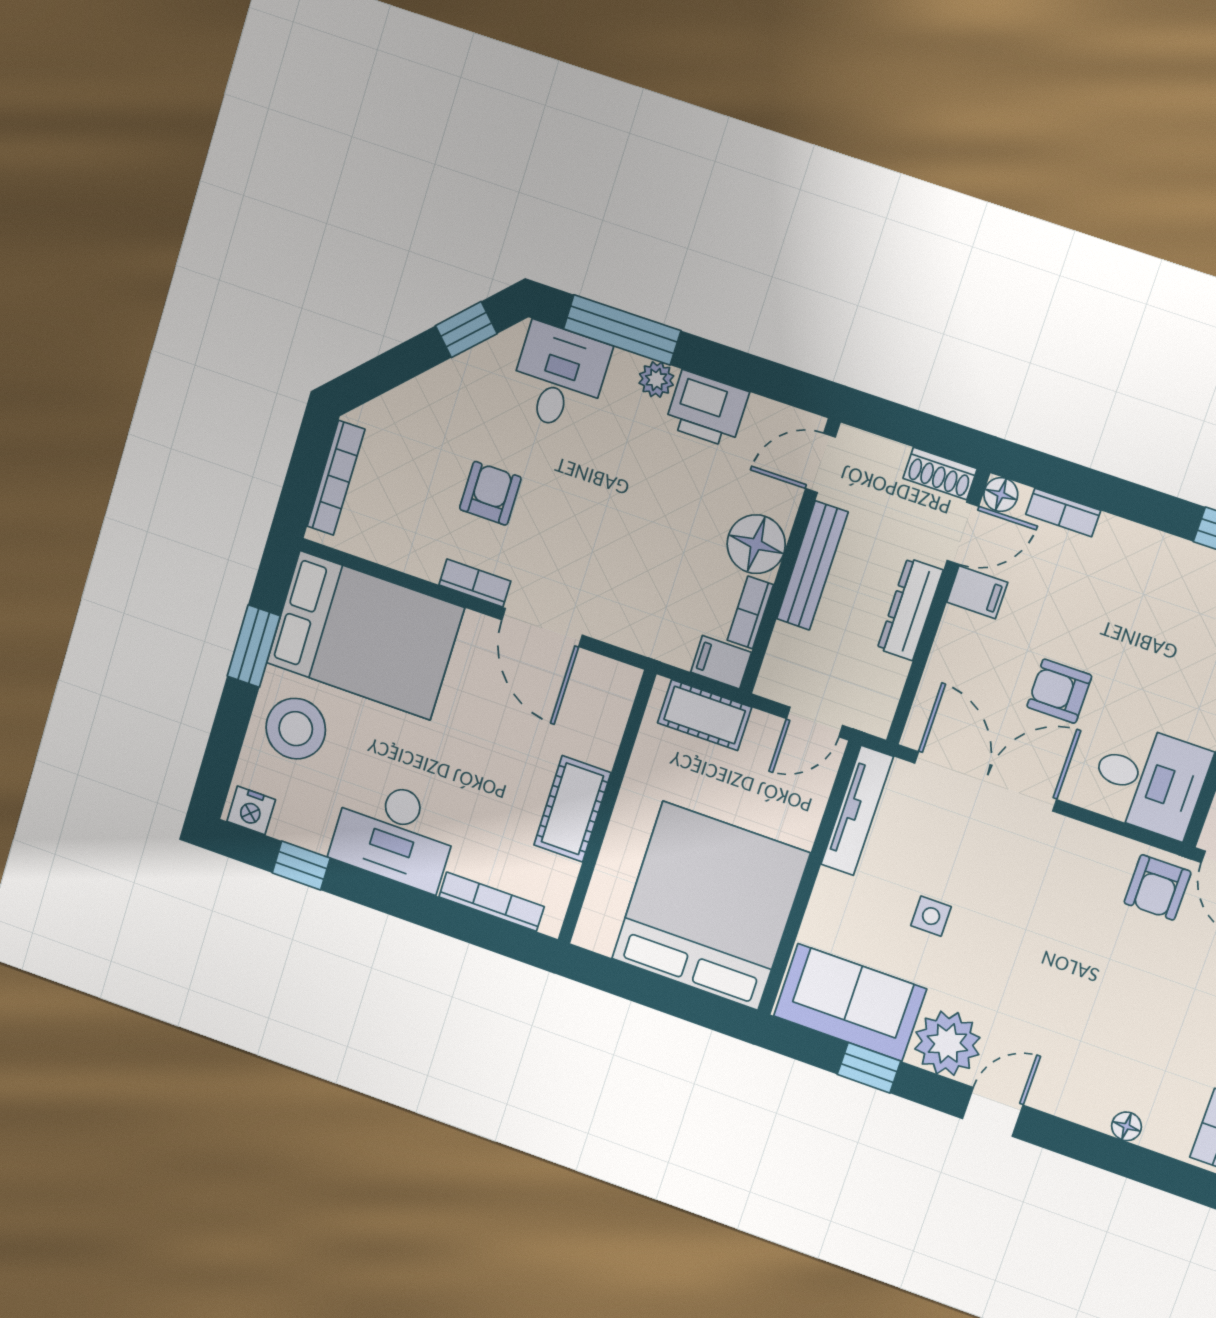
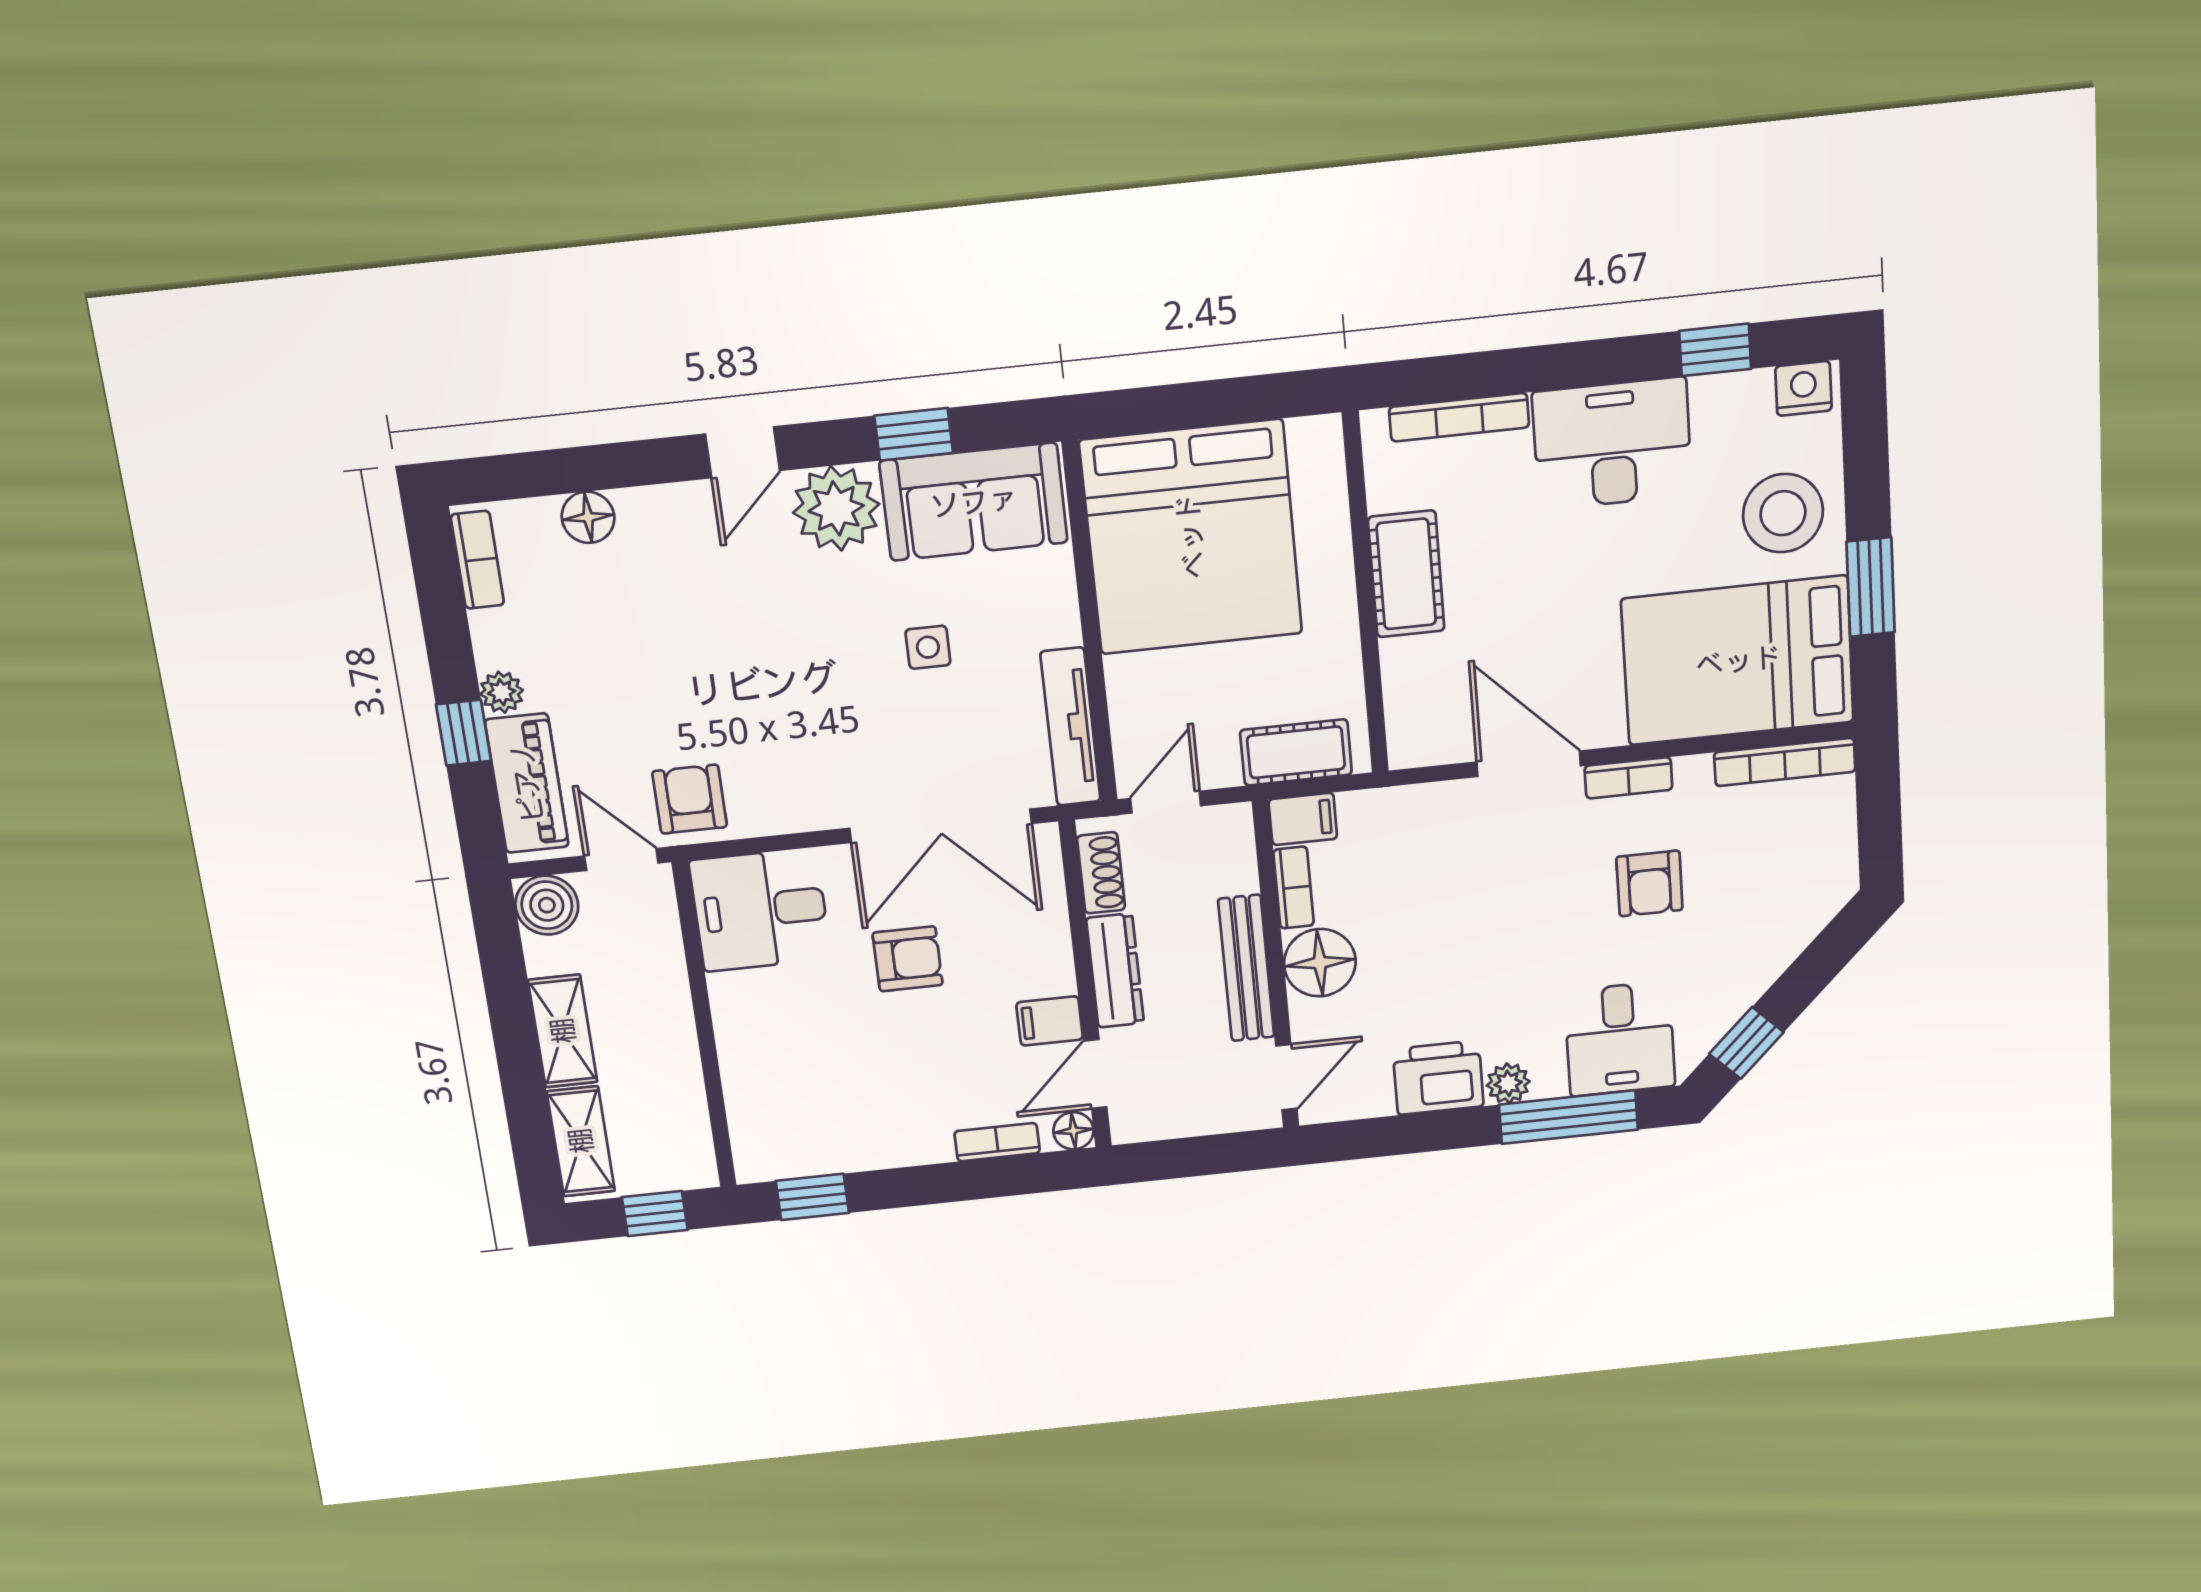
shoe rack: (940, 474) -> (1101, 873), moved, turned 90
bookcase: (336, 478) -> (1785, 762), moved, turned -90
floor lamp: (1126, 1126) -> (588, 517), width x1.37, depth x1.37

